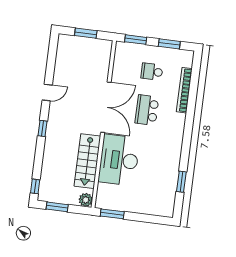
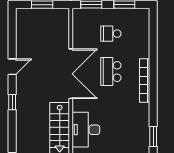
bookcase: (184, 90) -> (145, 81), moved
desk: (119, 160) -> (86, 130), width x0.73, depth x0.77

